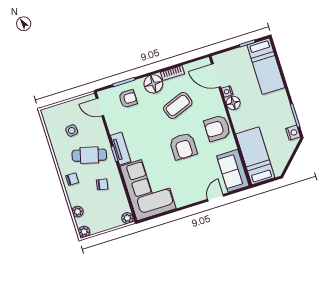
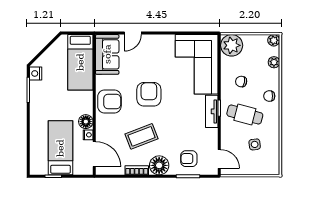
bed: (266, 66) -> (60, 148), moved
plant: (127, 218) -> (232, 45), width x1.88, depth x1.88

